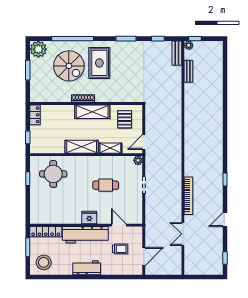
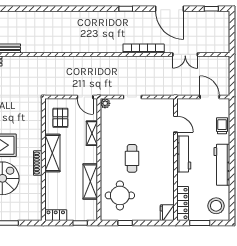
pallet: (125, 119) -> (60, 118), turned 90
shelving: (82, 147) -> (90, 181), moved
cafe table: (106, 185) -> (132, 158), moved
fridge: (89, 218) -> (167, 213), moved
door: (225, 220) -> (170, 9), width x1.87
door: (119, 225) -> (176, 124), swing flipped
workbench: (85, 235) -> (184, 154), width x0.73, depth x0.76
trolley: (120, 249) -> (222, 126), moved
workbench: (87, 268) -> (222, 165), width x1.38

